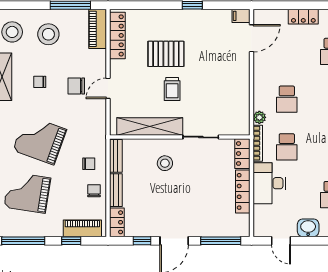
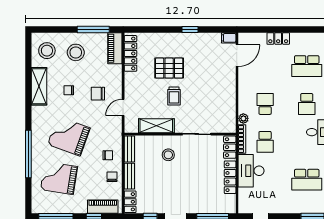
door: (108, 88) -> (123, 107), moved
school desk: (287, 99) -> (265, 104), turned 180
shelving: (150, 126) -> (156, 126), width x0.68
washbasin: (308, 228) -> (282, 206), removed

